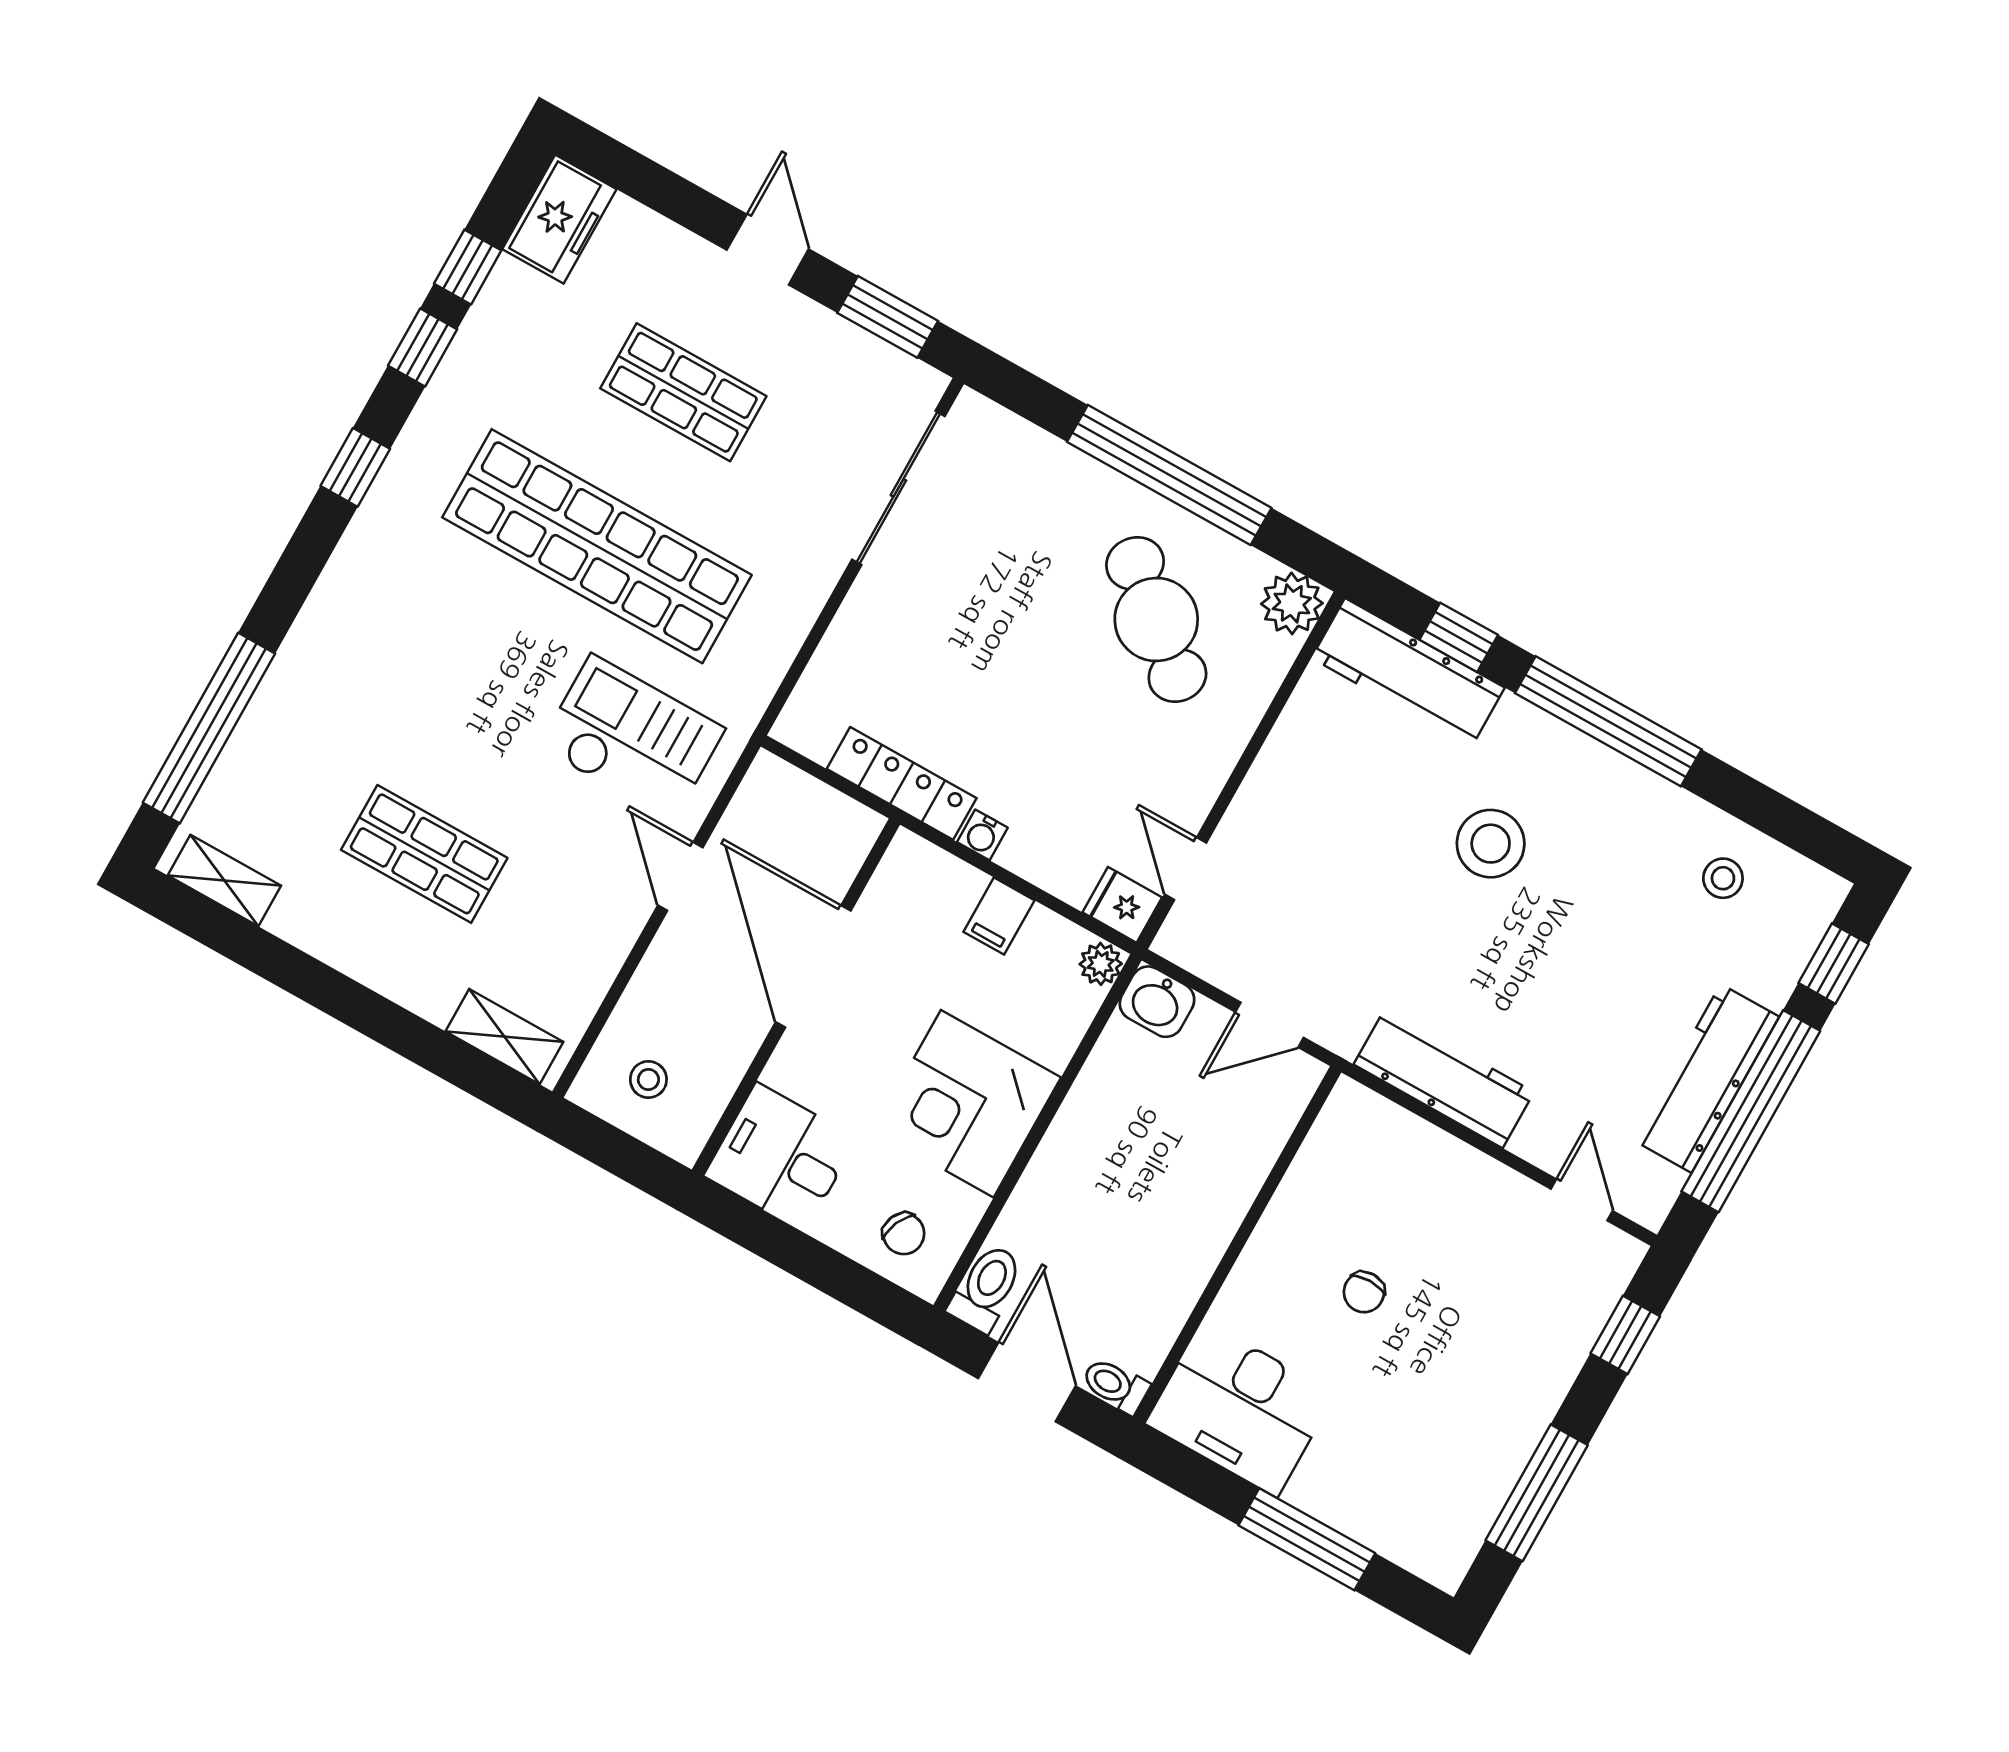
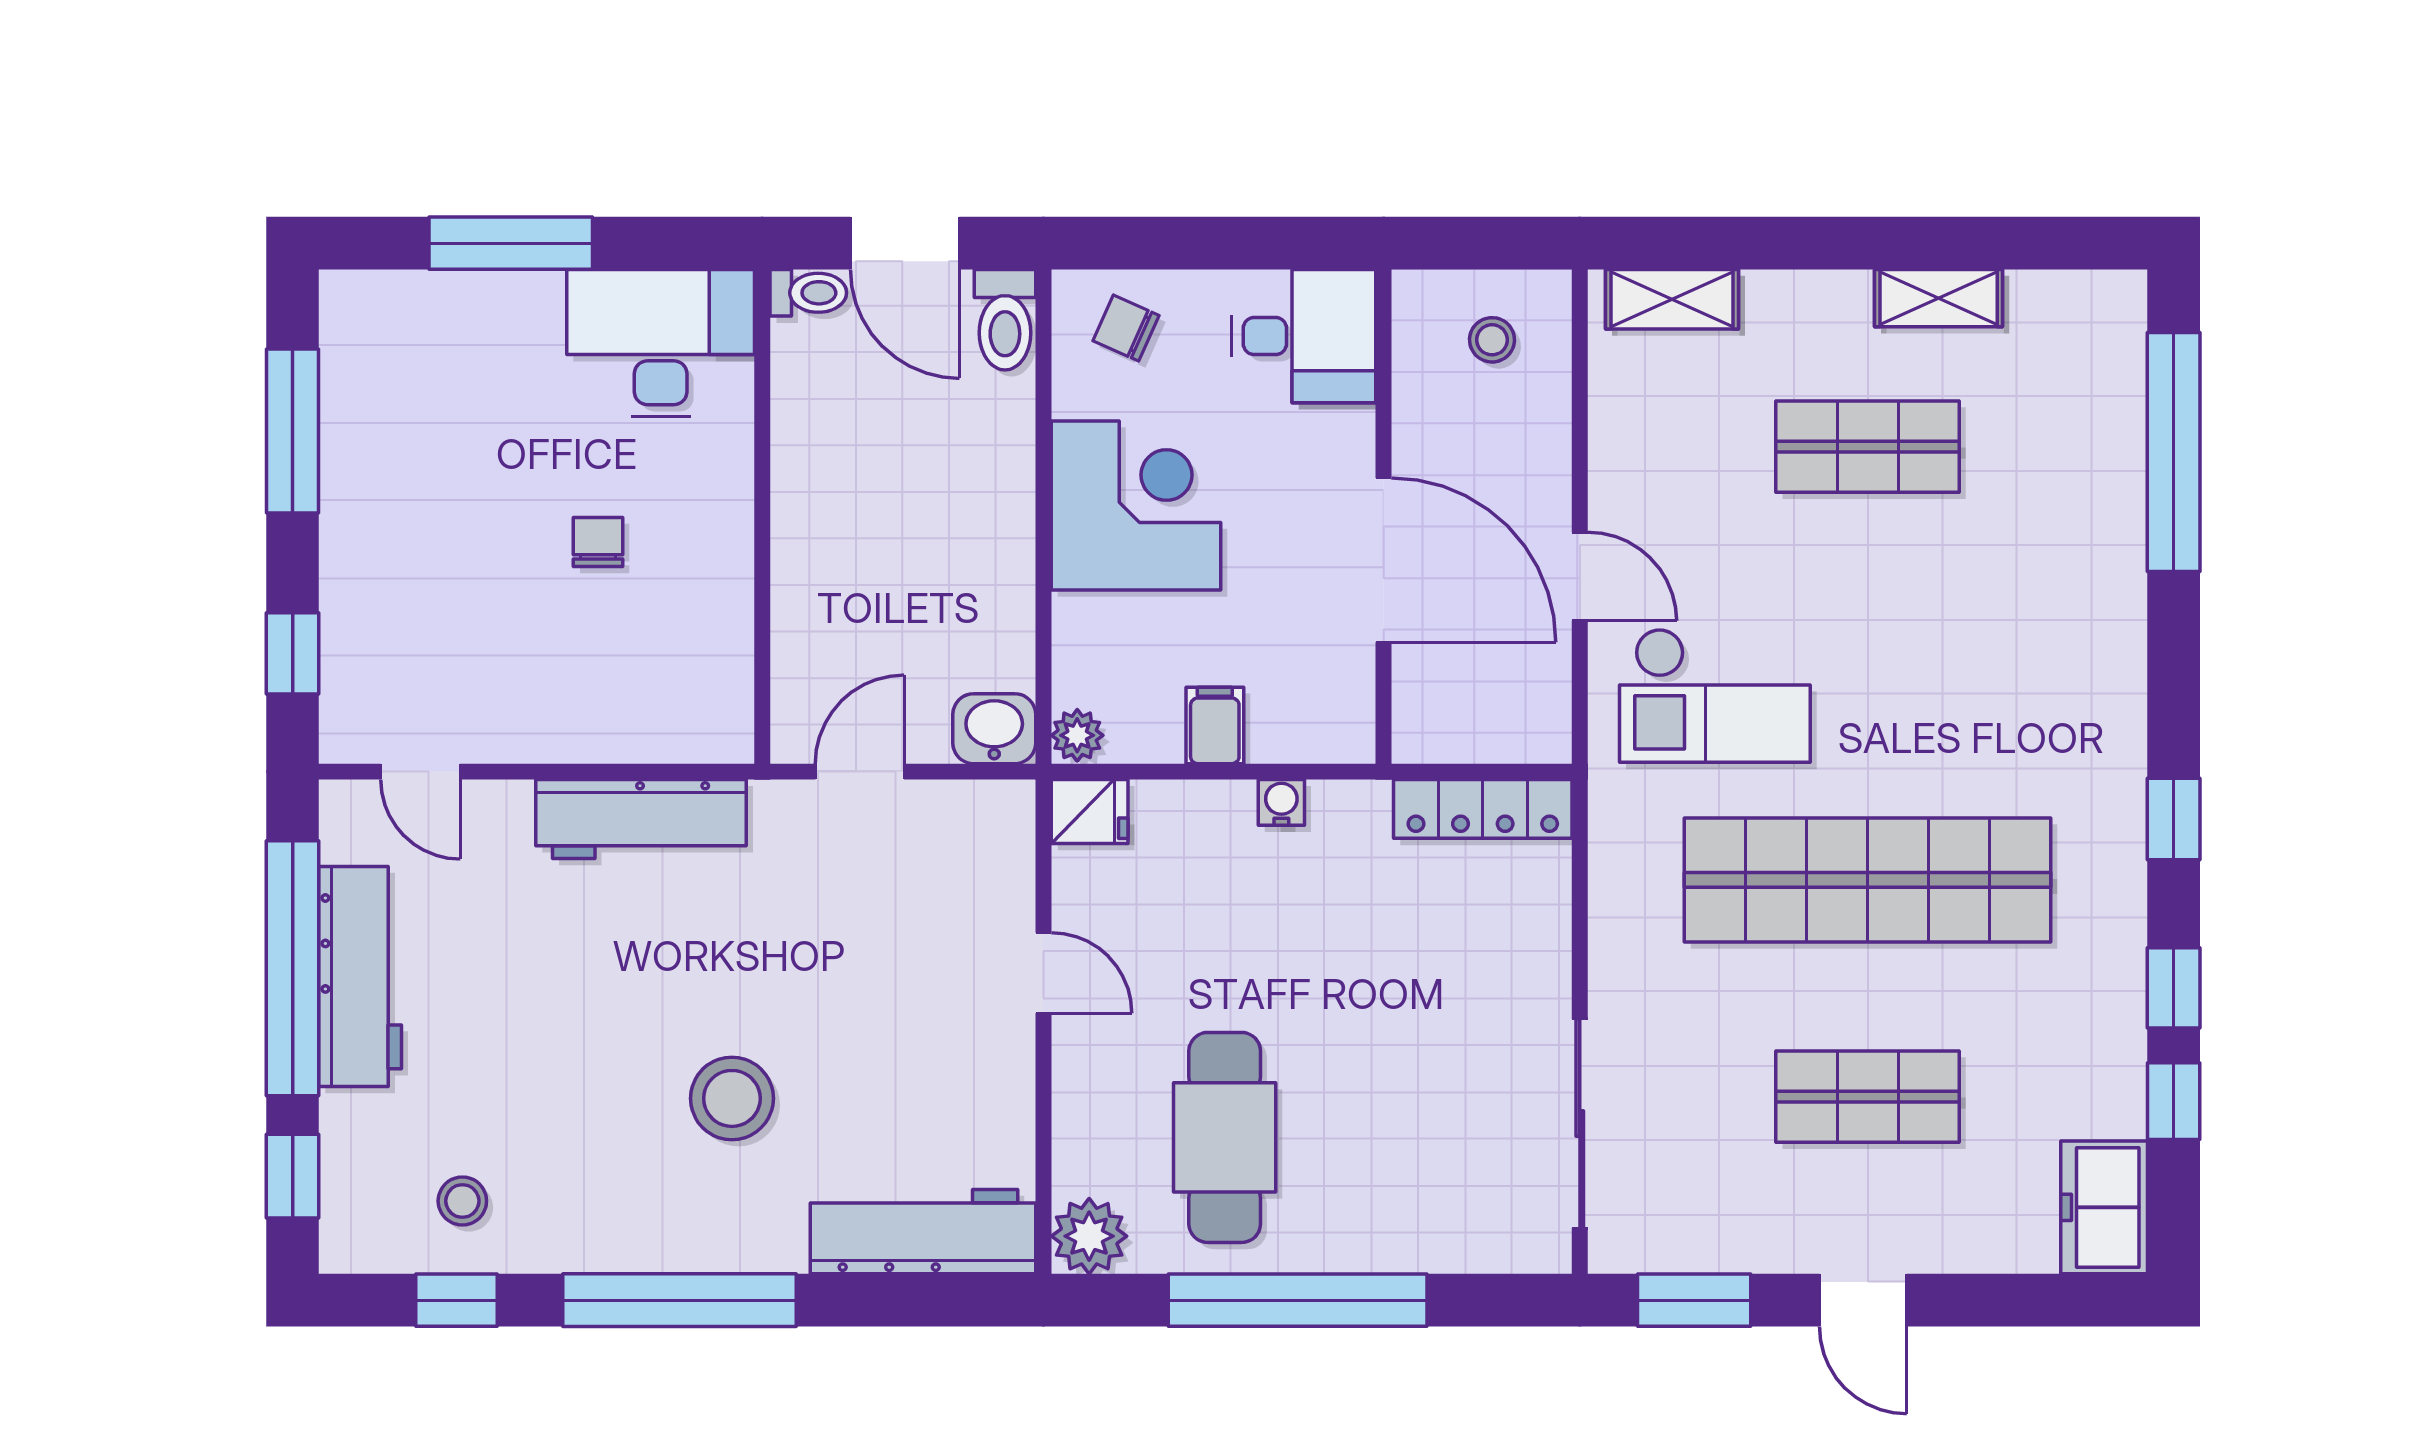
cafe table: (1156, 619) -> (1225, 1137), turned 50
window: (1459, 637) -> (456, 1300), moved
locker: (902, 783) -> (1483, 809), moved
door: (1186, 869) -> (1043, 973), moved
shelving: (224, 881) -> (1939, 298), moved

